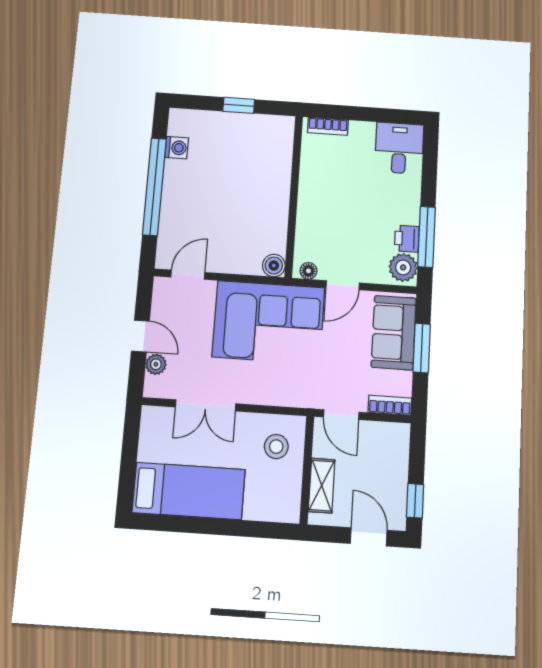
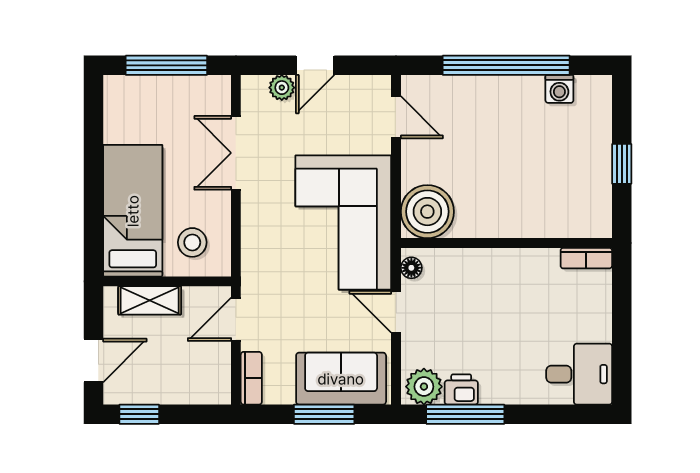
bookcase: (328, 126) -> (586, 258), moved, turned -90
boiler: (274, 266) -> (427, 212), width x1.86, depth x1.86
window: (129, 458) -> (166, 65), added
bed: (189, 491) -> (133, 211), moved, turned 180

